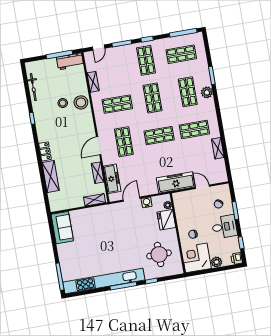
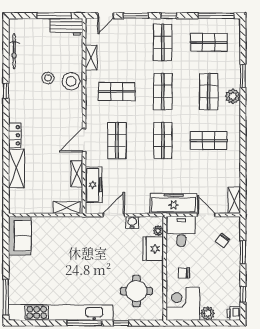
shop shelf: (159, 136) -> (163, 141), turned 90
shelving: (218, 148) -> (234, 200), moved
desk: (224, 227) -> (181, 231), moved, turned -90

